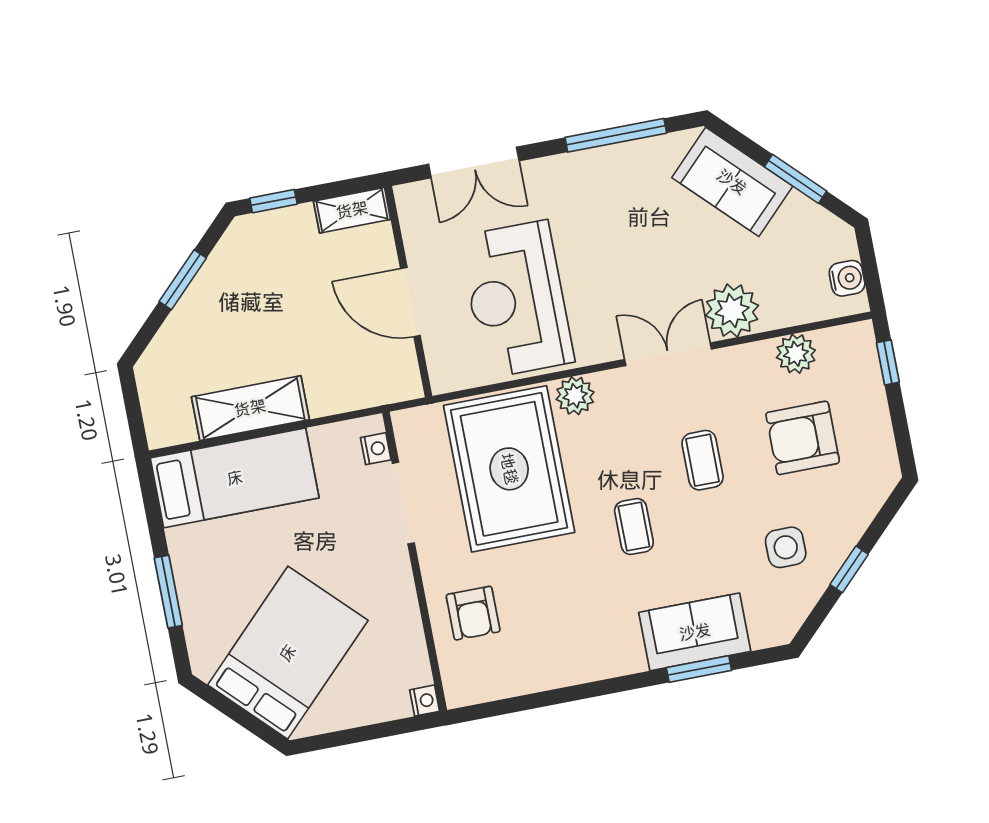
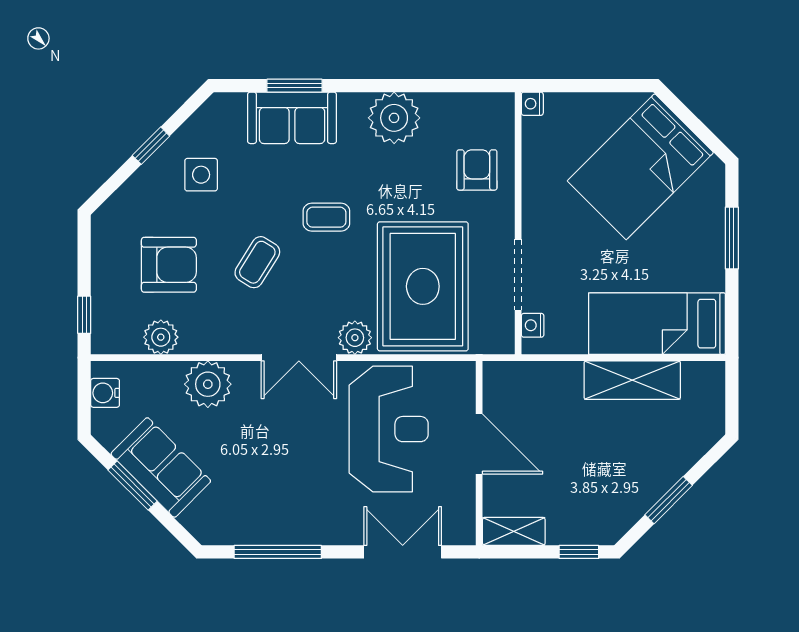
sofa: (732, 182) -> (161, 467), moved
double door: (668, 354) -> (299, 358), moved
coffee table: (703, 460) -> (257, 262), turned 32
coffee table: (634, 527) -> (326, 217), turned 90
plant: (579, 654) -> (394, 118), added

